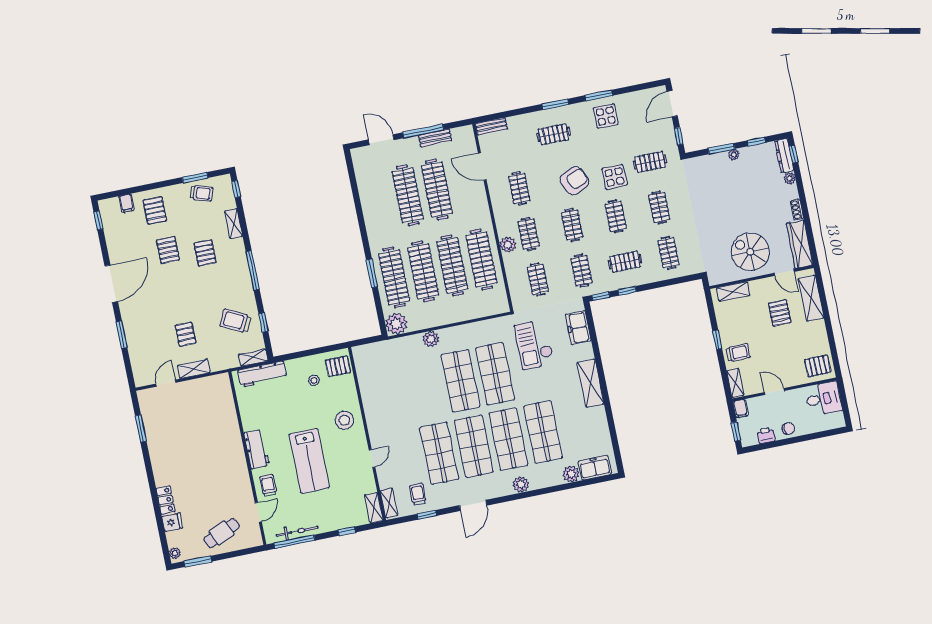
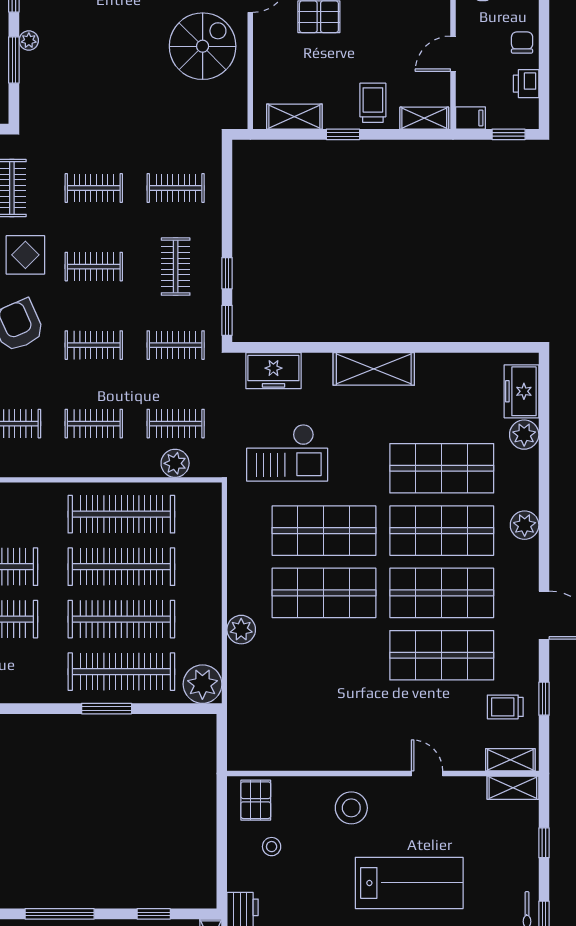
plant: (508, 245) -> (175, 463), moved
spiral stairs: (750, 252) -> (203, 46), turned 180
shelving: (733, 292) -> (294, 117), moved, turned 90

